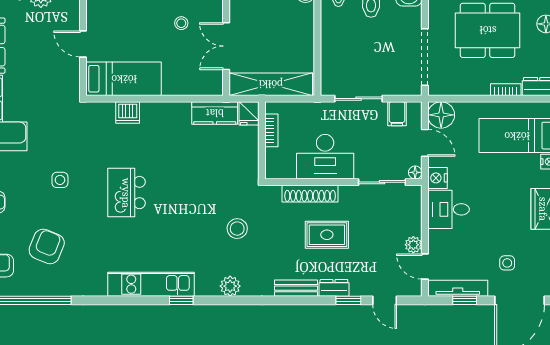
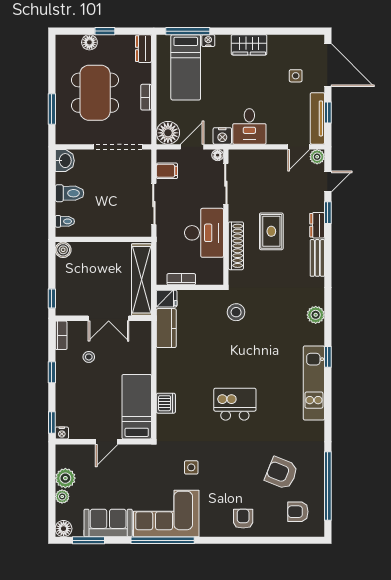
bookcase: (506, 90) -> (146, 97), moved
side table: (60, 180) -> (191, 467), moved
kitchen island: (126, 193) -> (235, 404), turned 180
stool: (237, 229) -> (236, 312), moved
plant: (413, 245) -> (317, 157), moved

